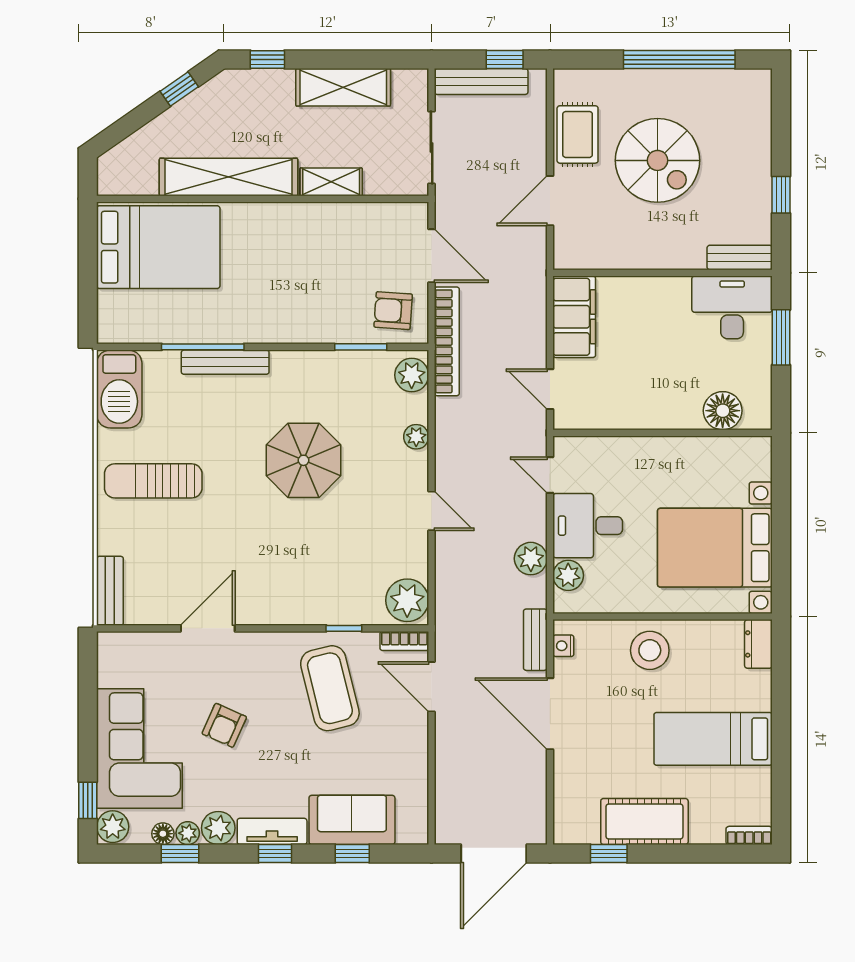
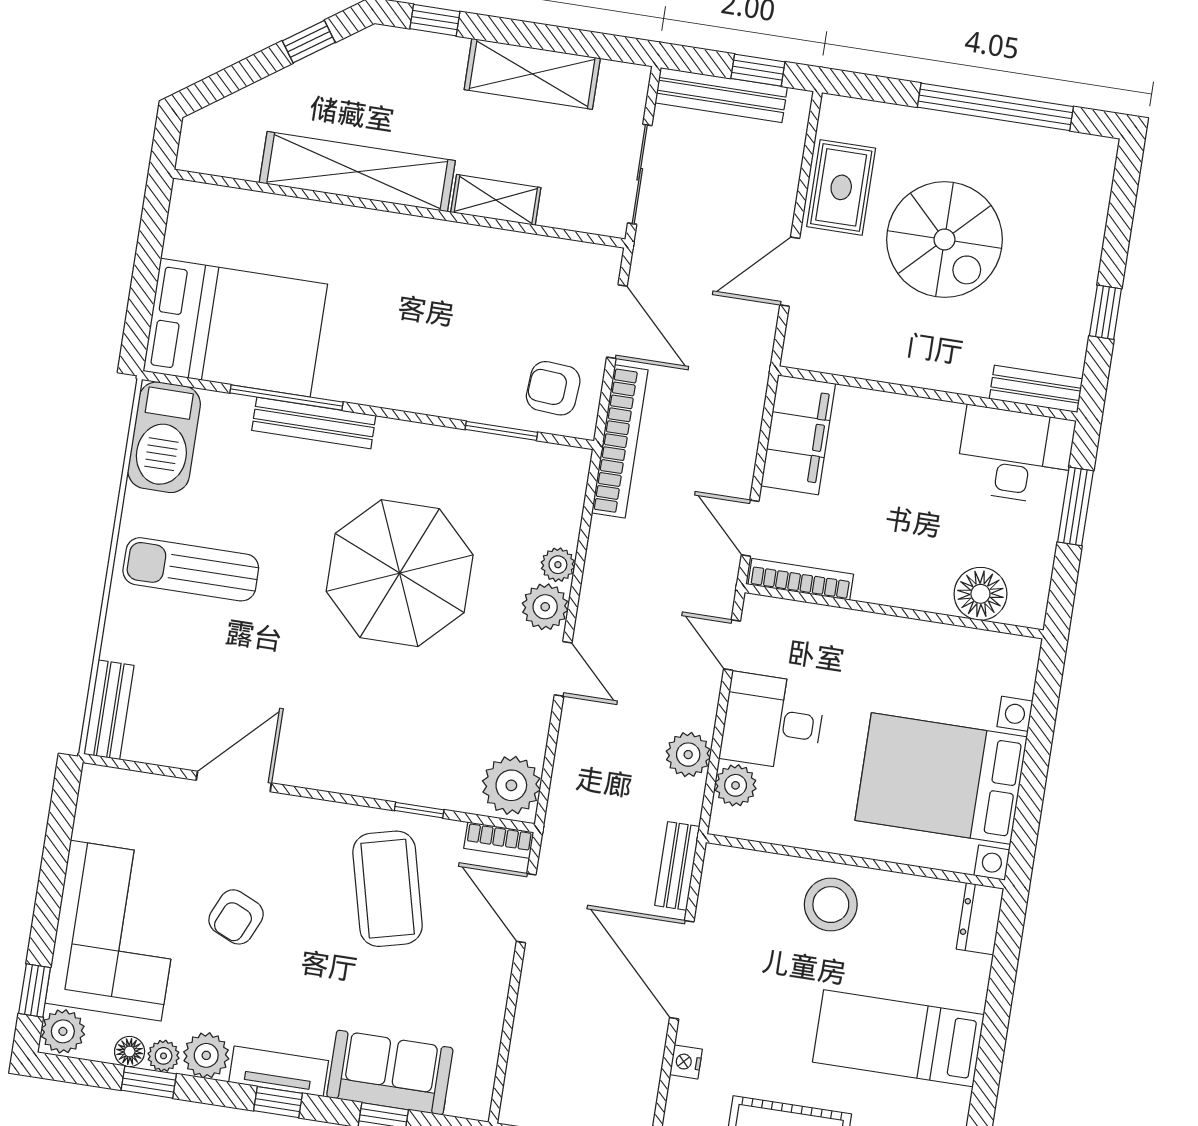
bed: (158, 247) -> (235, 328), moved
plant: (412, 375) -> (545, 607), moved
bookcase: (592, 420) -> (801, 579), added
parasol: (304, 460) -> (400, 573), width x1.36, depth x1.36
nightstand: (563, 646) -> (686, 1062), moved

